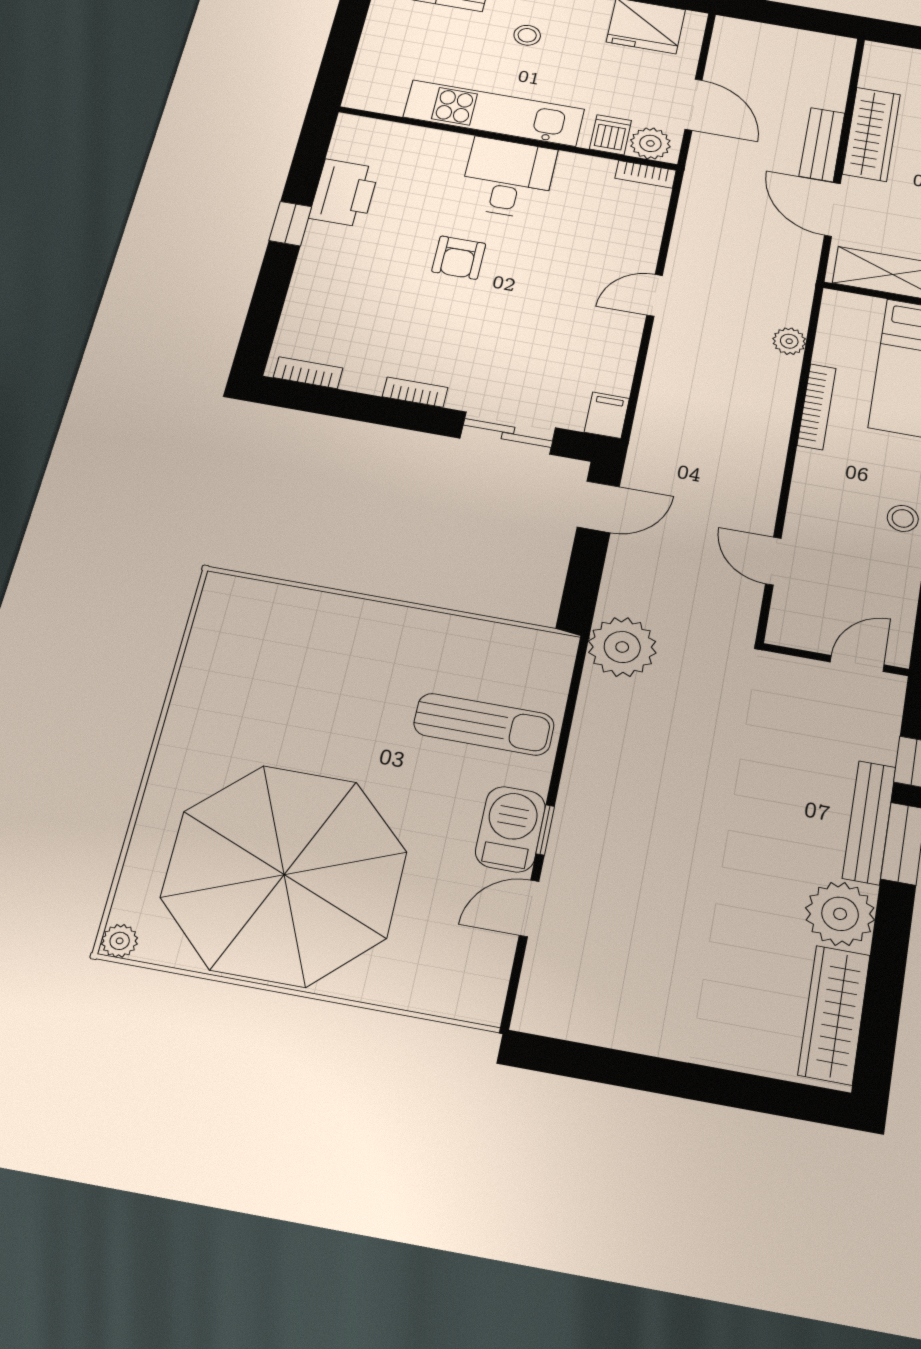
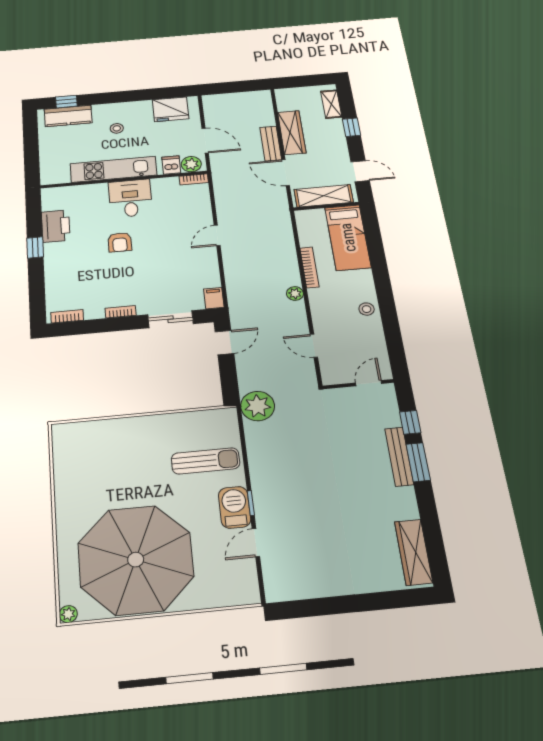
plant: (789, 341) -> (295, 293), moved
plant: (840, 914) -> (400, 504), removed

